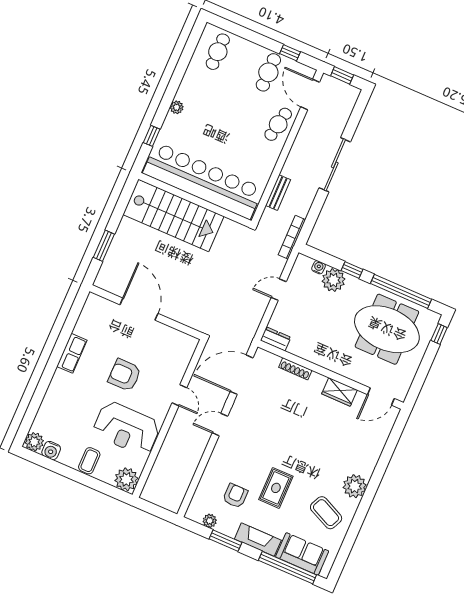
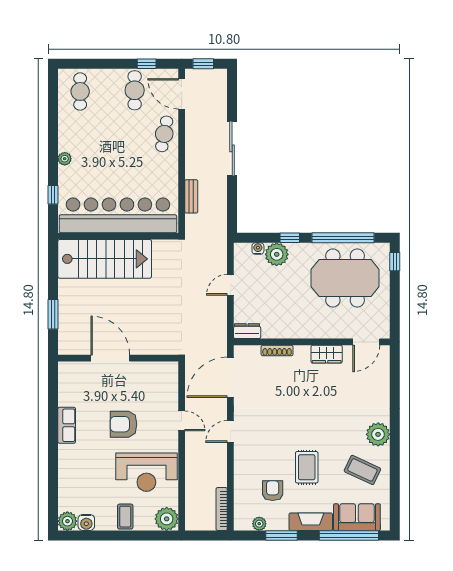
bookcase: (292, 237) -> (222, 509), moved

